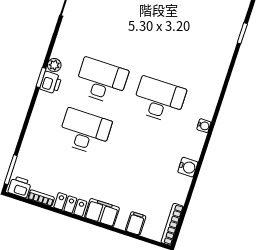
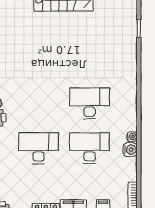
desk: (101, 81) -> (90, 148), moved
water cooler: (204, 126) -> (132, 137), moved

